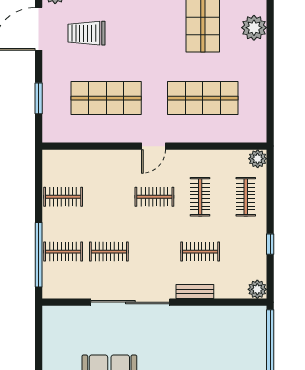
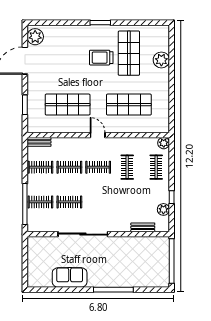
trolley: (86, 33) -> (101, 58), moved
door: (153, 146) -> (98, 135), swing flipped
bench: (61, 157) -> (39, 142), added
clothes rail: (200, 252) -> (69, 167), moved
plant: (257, 289) -> (163, 209), moved
bench: (195, 292) -> (143, 227), moved

